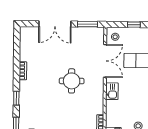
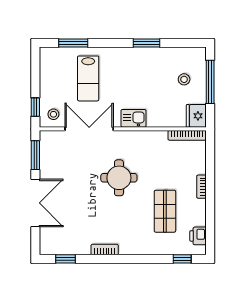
window: (134, 25) -> (35, 107), moved
window: (16, 98) -> (66, 259), moved
shop shelf: (49, 112) -> (165, 211), added

